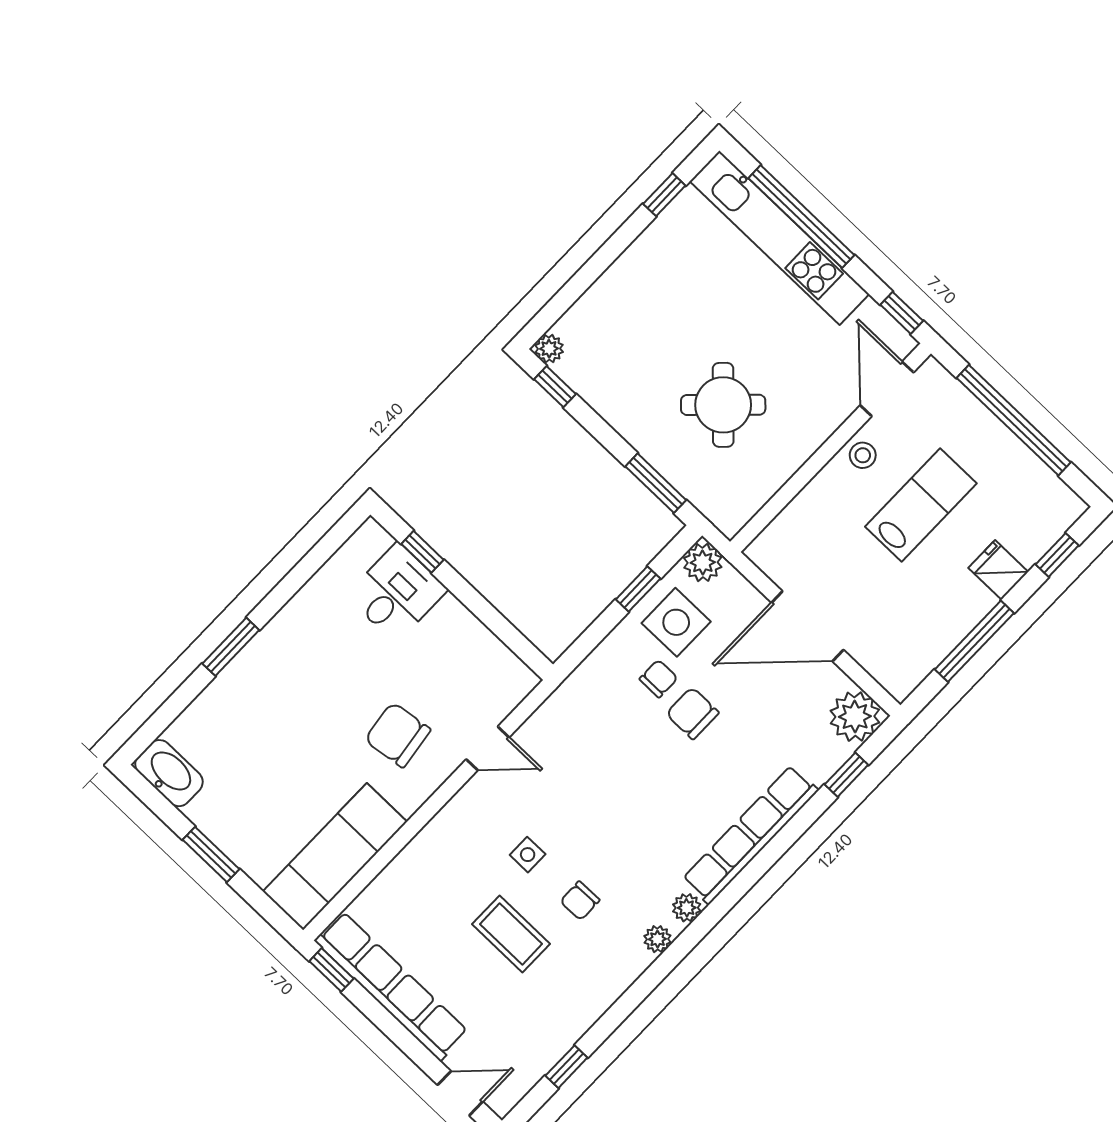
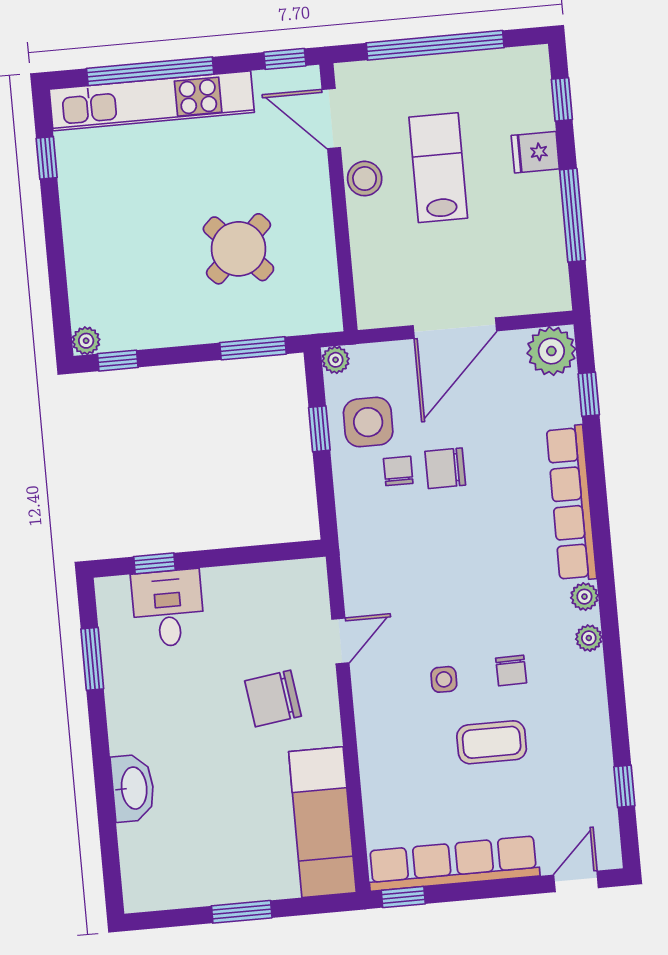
stool: (863, 455) -> (365, 179), width x1.37, depth x1.37
plant: (703, 563) -> (336, 360), width x0.73, depth x0.73
window: (231, 647) -> (92, 659), moved
washbasin: (169, 773) -> (133, 788), moved, turned 90

